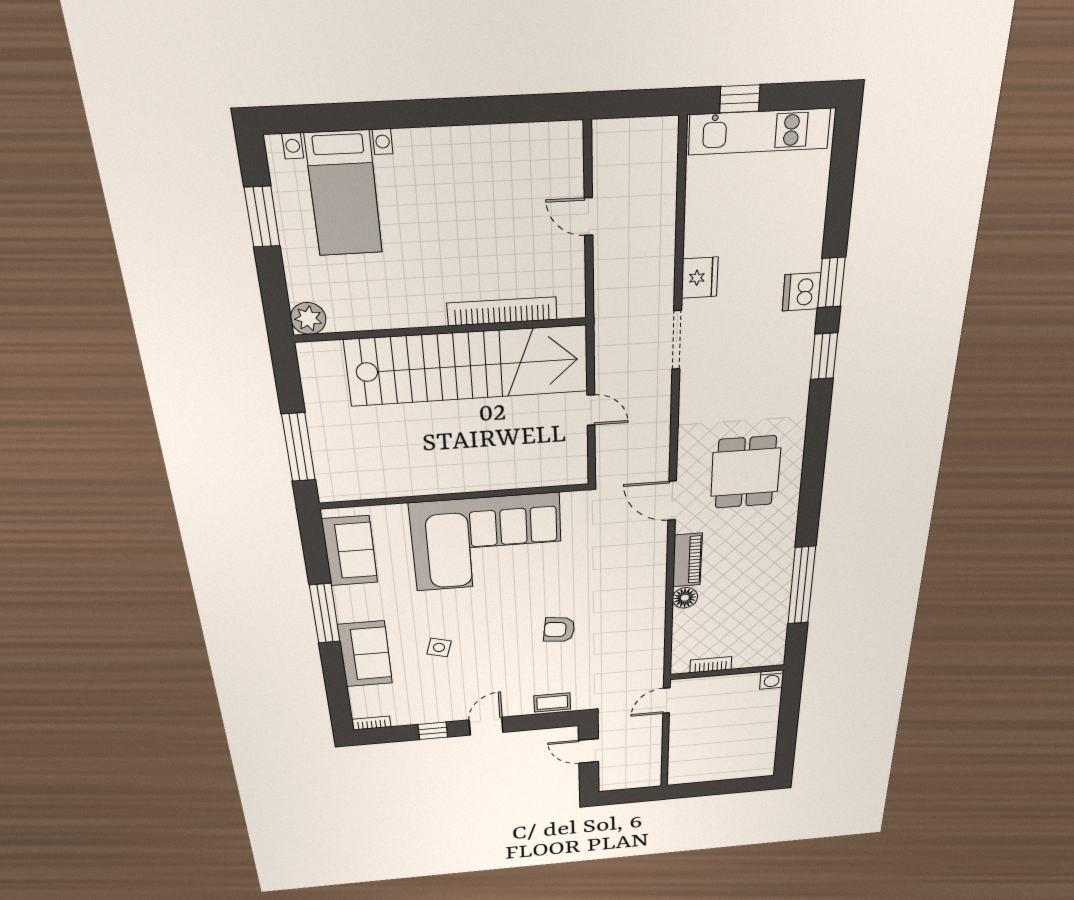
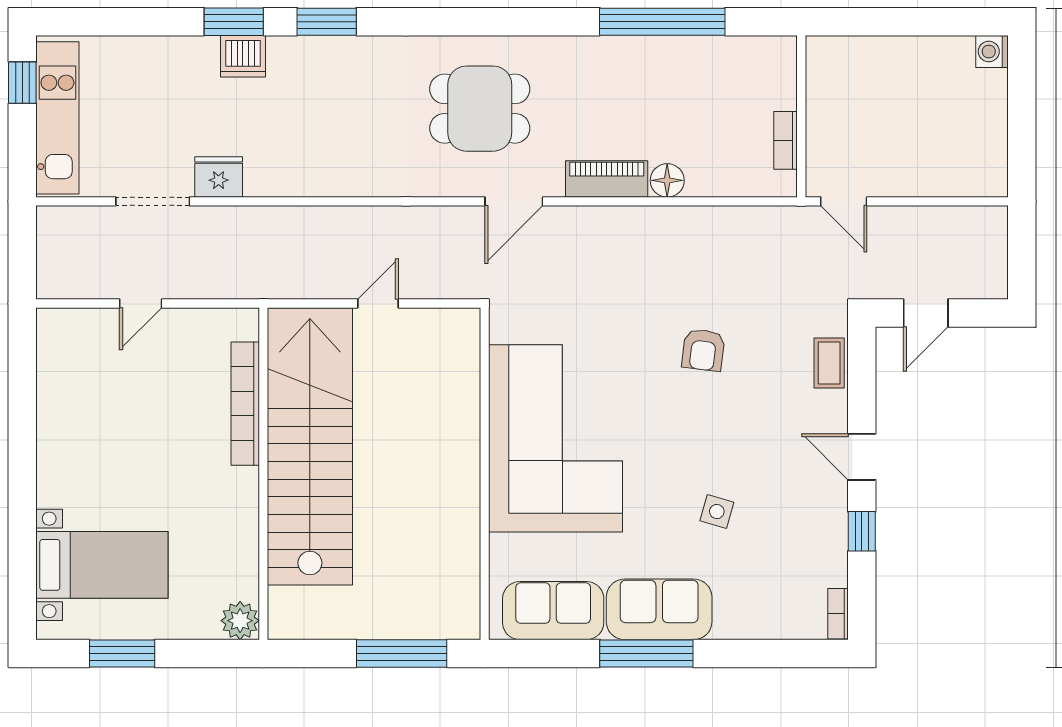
window: (740, 99) -> (22, 83), moved
doorway: (677, 340) -> (153, 201), moved
sofa: (365, 654) -> (659, 609), moved
washing machine: (772, 680) -> (992, 52), moved, turned 180

